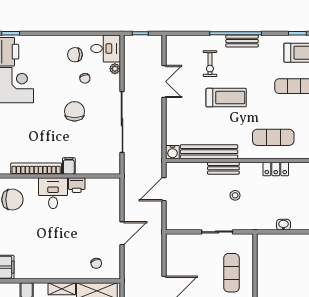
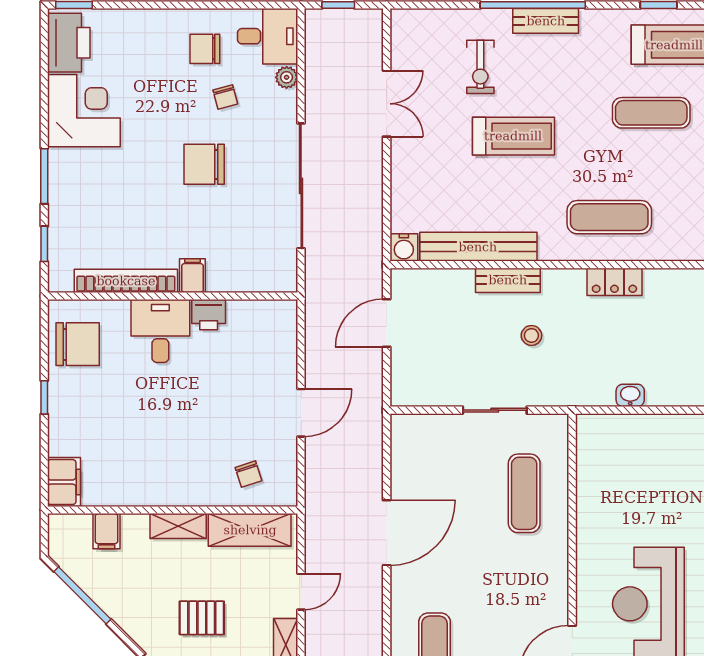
chair: (75, 111) -> (204, 164), turned -90

